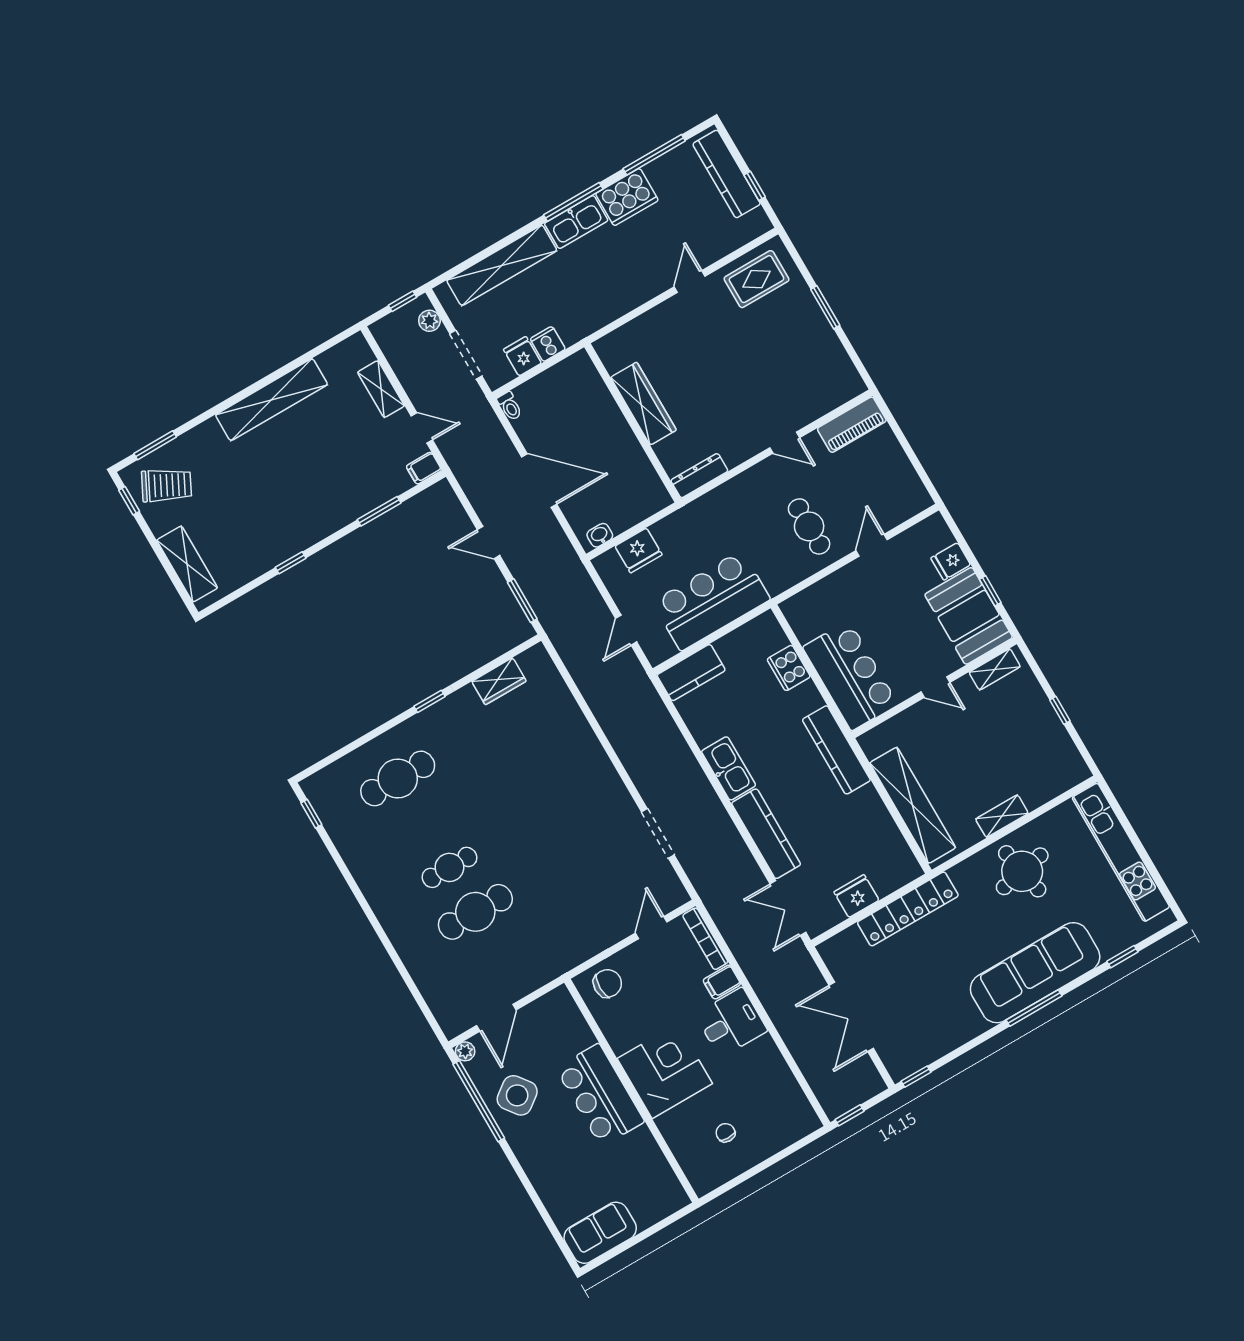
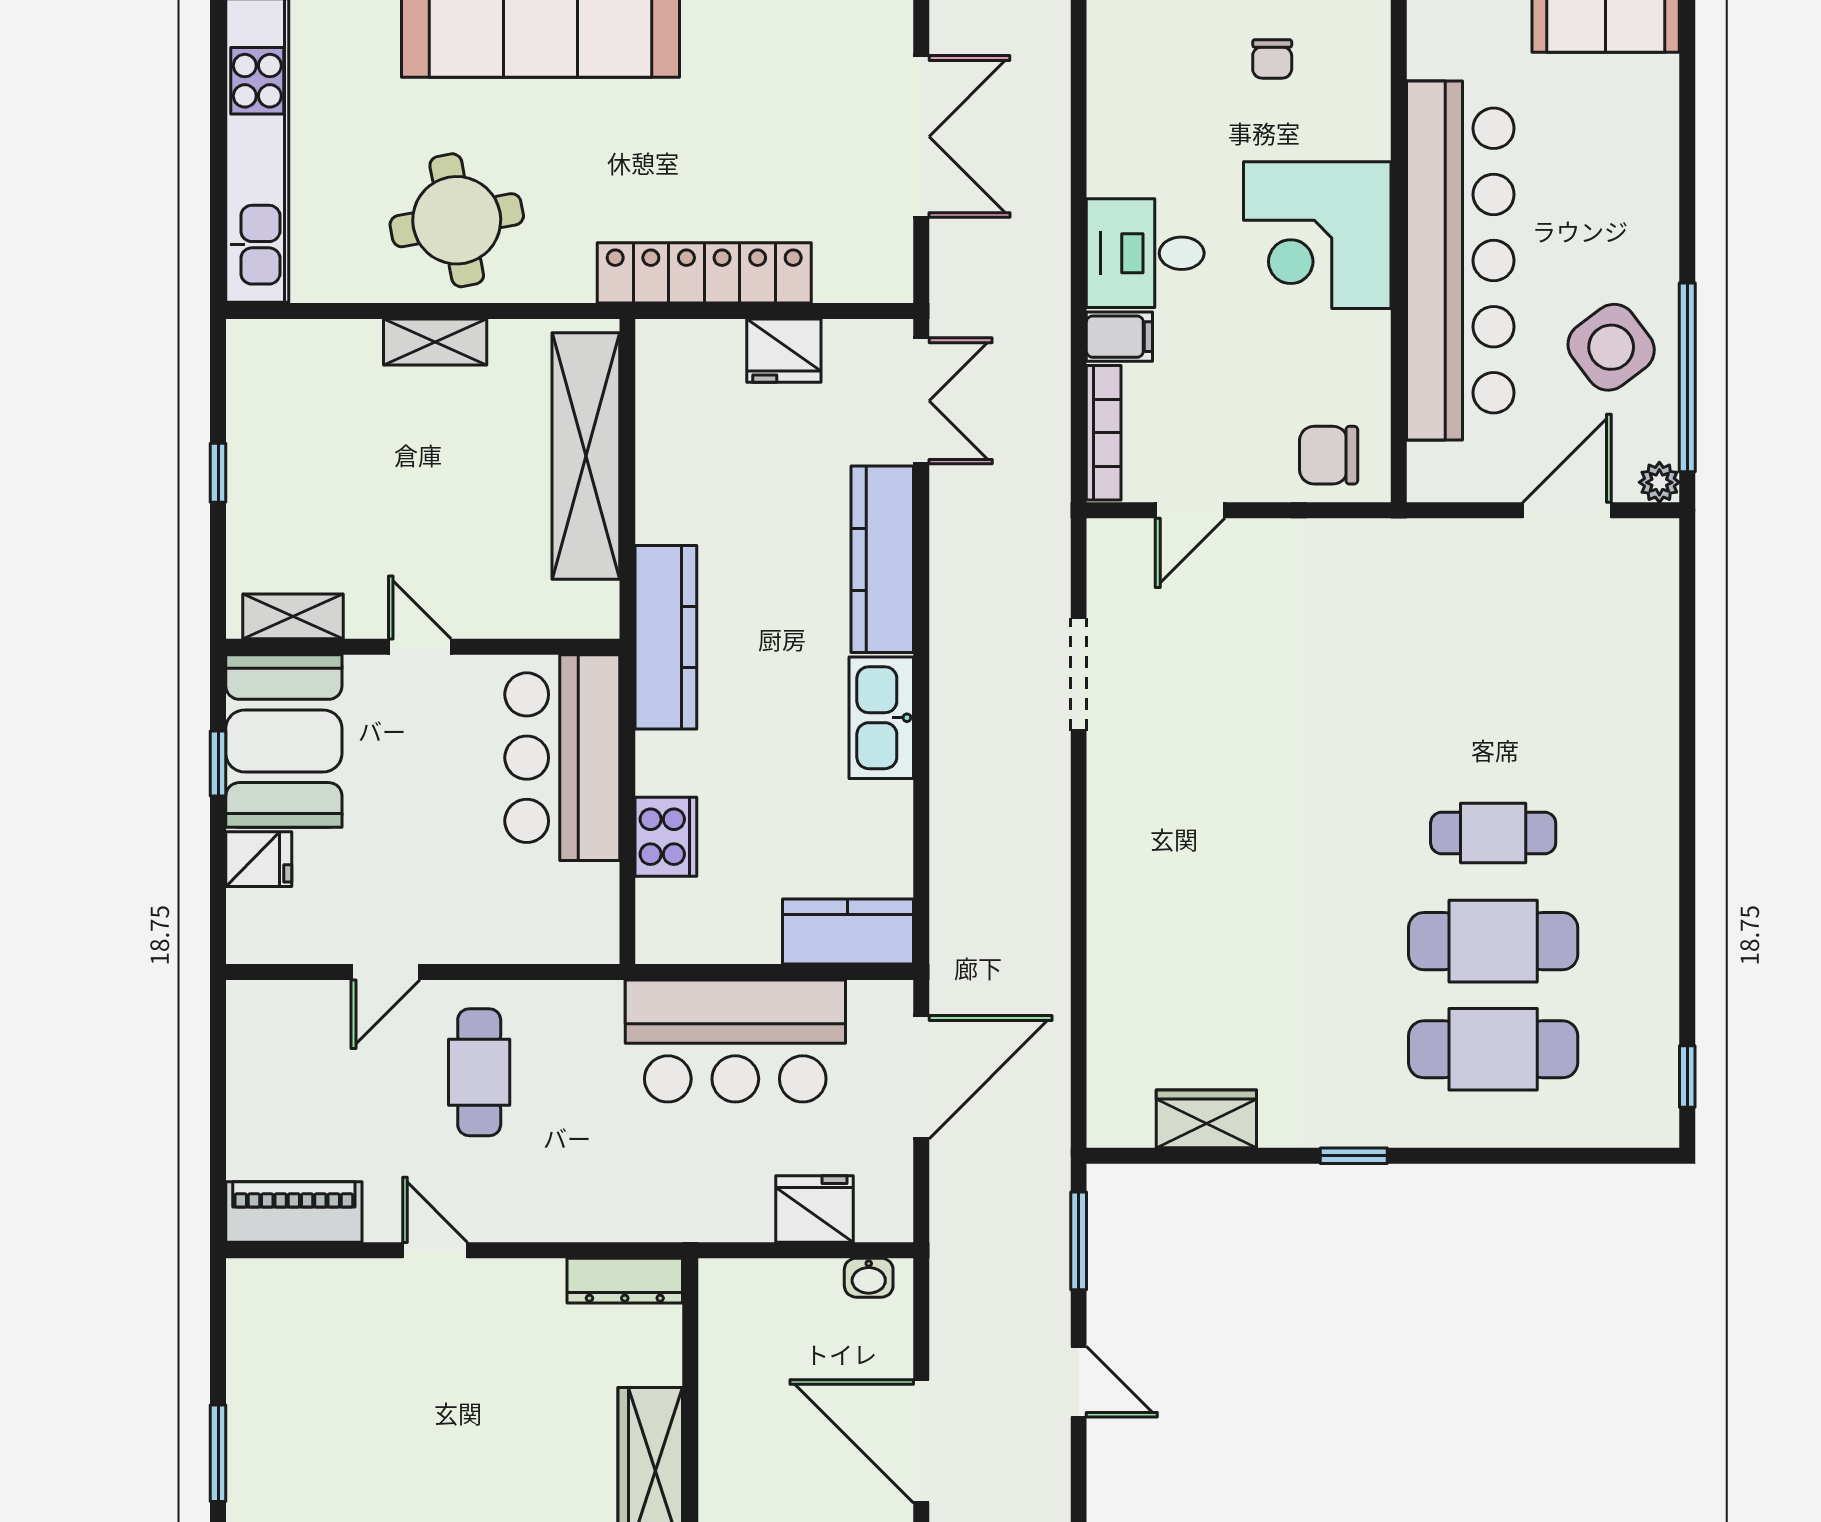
door: (626, 630) -> (921, 1077), width x1.87
cafe table: (475, 912) -> (1493, 941), moved
bar counter: (600, 1095) -> (1460, 261), width x1.86

